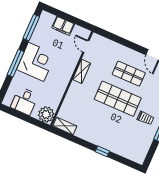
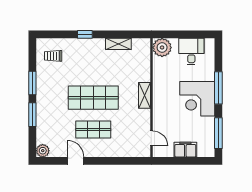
shelving: (82, 71) -> (144, 95), moved
trolley: (145, 118) -> (53, 56), moved
shelving: (65, 126) -> (118, 44), moved

